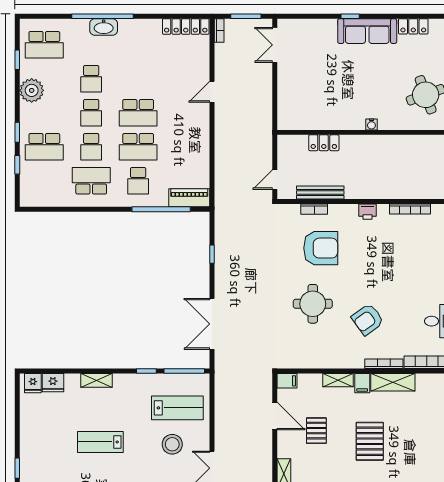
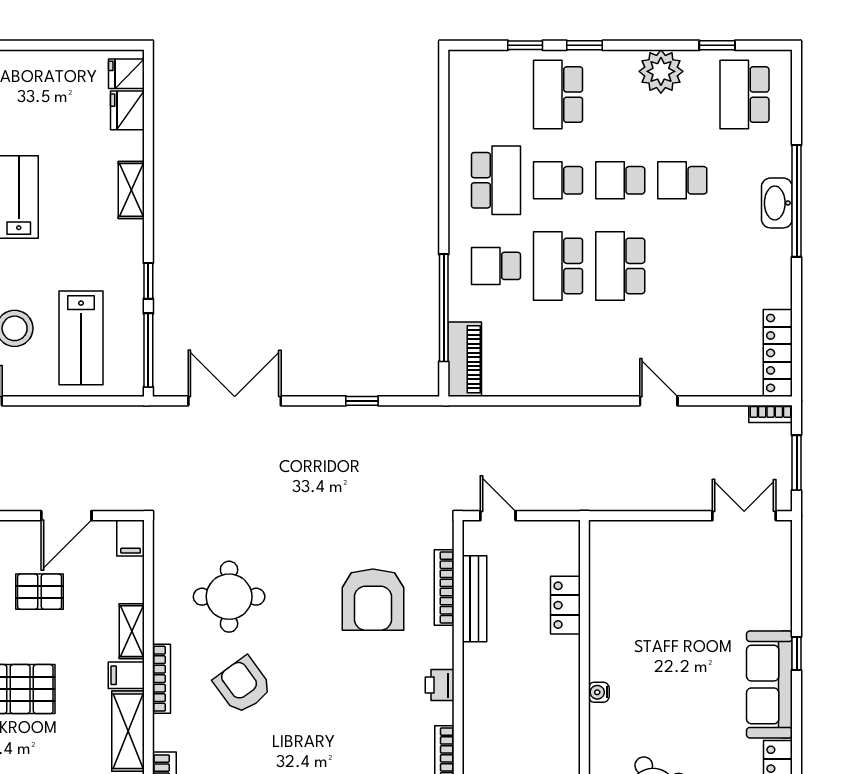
bookcase: (314, 209) -> (444, 587), width x1.56
round table: (313, 304) -> (229, 597), moved
bookcase: (384, 364) -> (162, 679), moved

